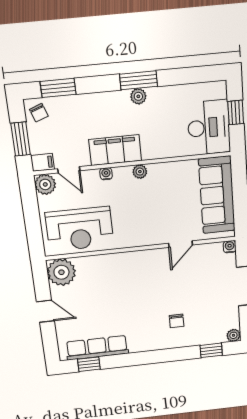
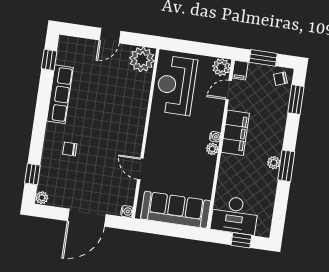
water cooler: (106, 174) -> (215, 137), moved
row of seats: (97, 348) -> (60, 94), moved

